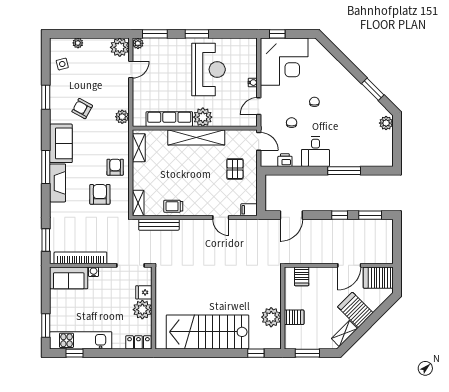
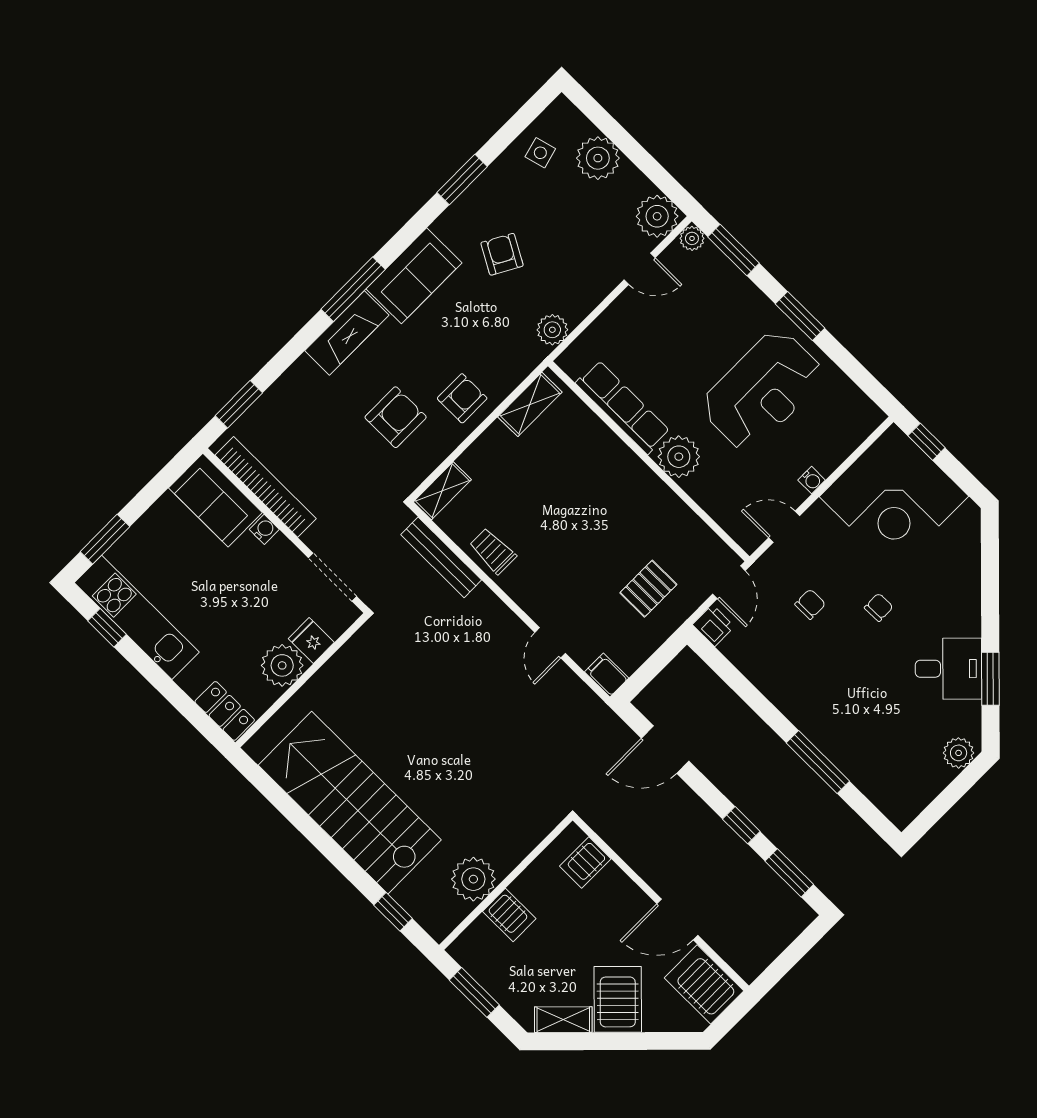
plant: (78, 43) -> (598, 158), width x1.87, depth x1.87
shelving: (196, 137) -> (637, 478), removed
desk: (316, 152) -> (948, 669), moved, turned -135
printer: (285, 160) -> (713, 626), moved

